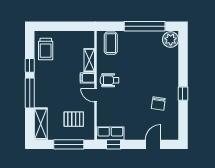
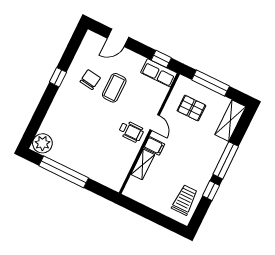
coffee table: (111, 43) -> (114, 88), moved

